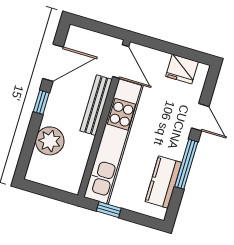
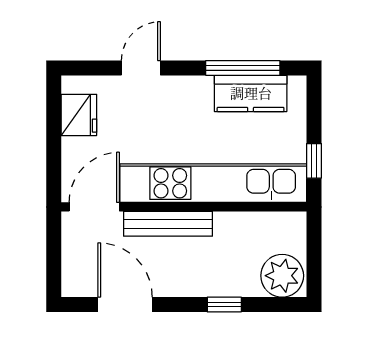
window: (41, 102) -> (224, 304), moved
plant: (50, 141) -> (282, 276), moved
window: (186, 164) -> (243, 68), moved

